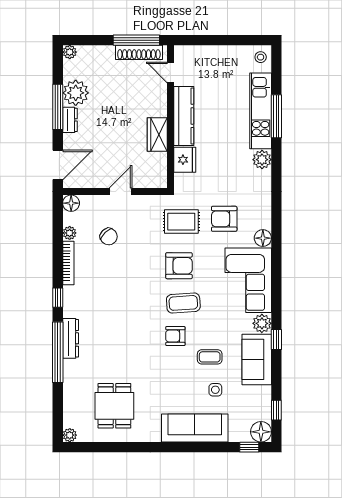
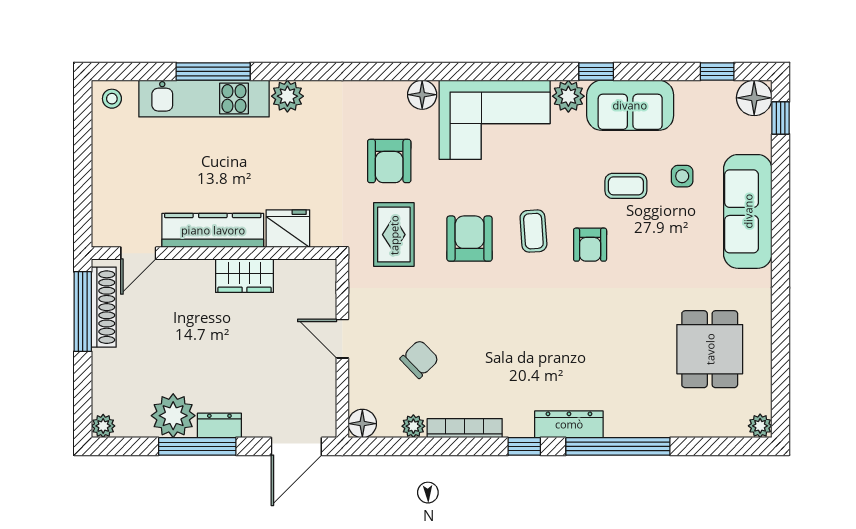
door: (58, 165) -> (296, 446), swing flipped
coffee table: (183, 303) -> (533, 231), width x0.73, depth x0.77
dresser: (71, 338) -> (569, 424), moved
coffee table: (210, 357) -> (626, 186), turned 90
dining table: (114, 406) -> (710, 349), turned 90

